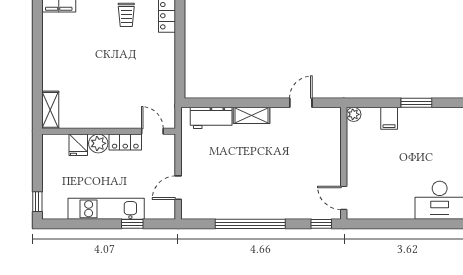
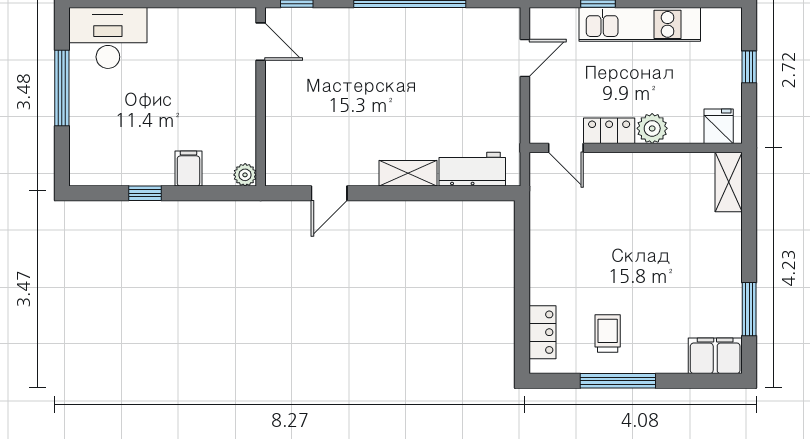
window: (37, 30) -> (749, 309), added
window: (416, 103) -> (145, 193), width x0.67
fridge: (78, 145) -> (719, 126), moved
window: (37, 202) -> (749, 67), moved

